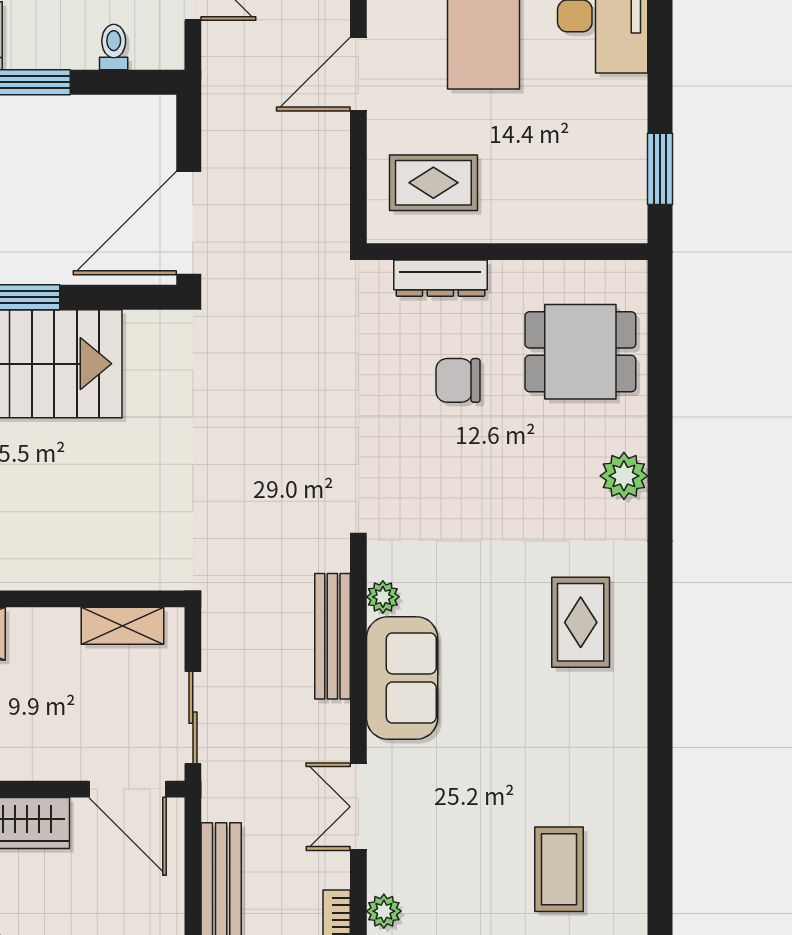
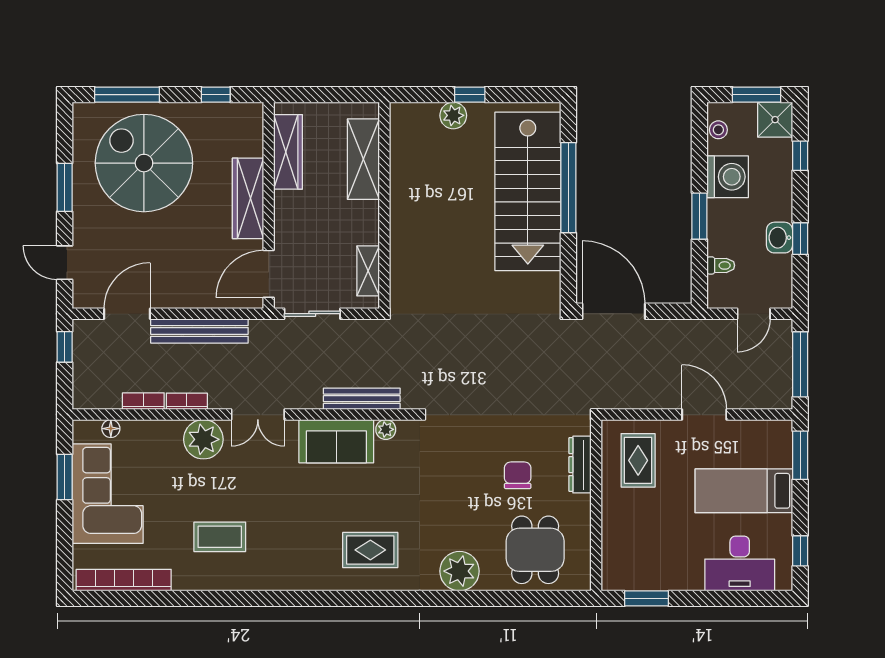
plant: (624, 476) -> (460, 571), width x1.36, depth x1.36
double door: (358, 807) -> (258, 415), swing flipped
plant: (384, 911) -> (203, 439), width x1.87, depth x1.87

